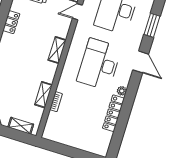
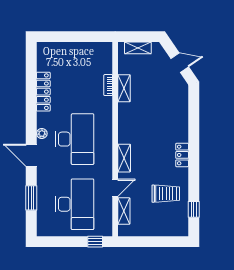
shelving: (57, 50) -> (124, 158), moved
plant: (122, 91) -> (42, 134), moved

